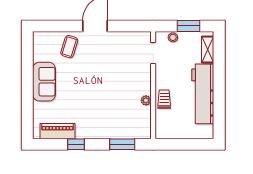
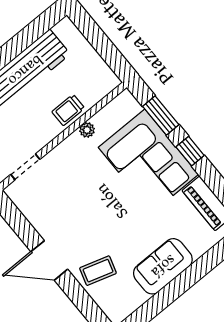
corner sofa: (104, 119) -> (148, 161), added
window: (76, 144) -> (190, 151), moved

